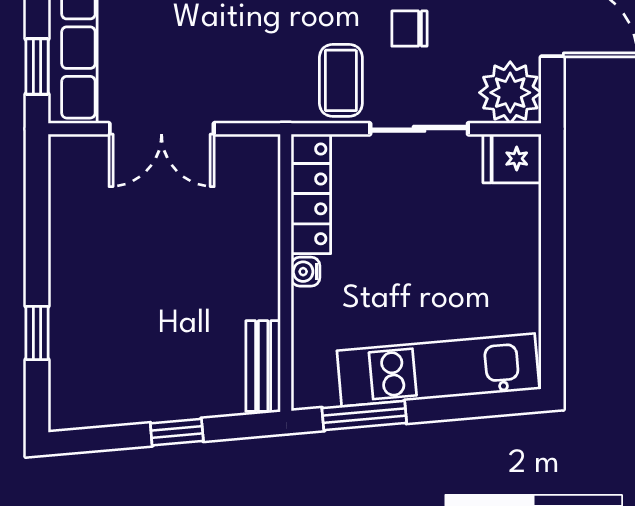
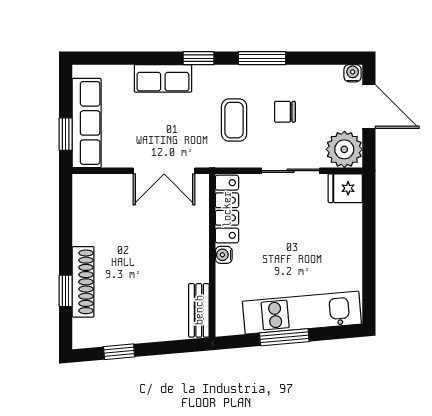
coffee table: (341, 80) -> (234, 120), moved
double door: (162, 129) -> (164, 171), moved
shoe rack: (66, 318) -> (83, 282), added
window: (364, 416) -> (284, 337), moved
window: (177, 432) -> (119, 352), moved

